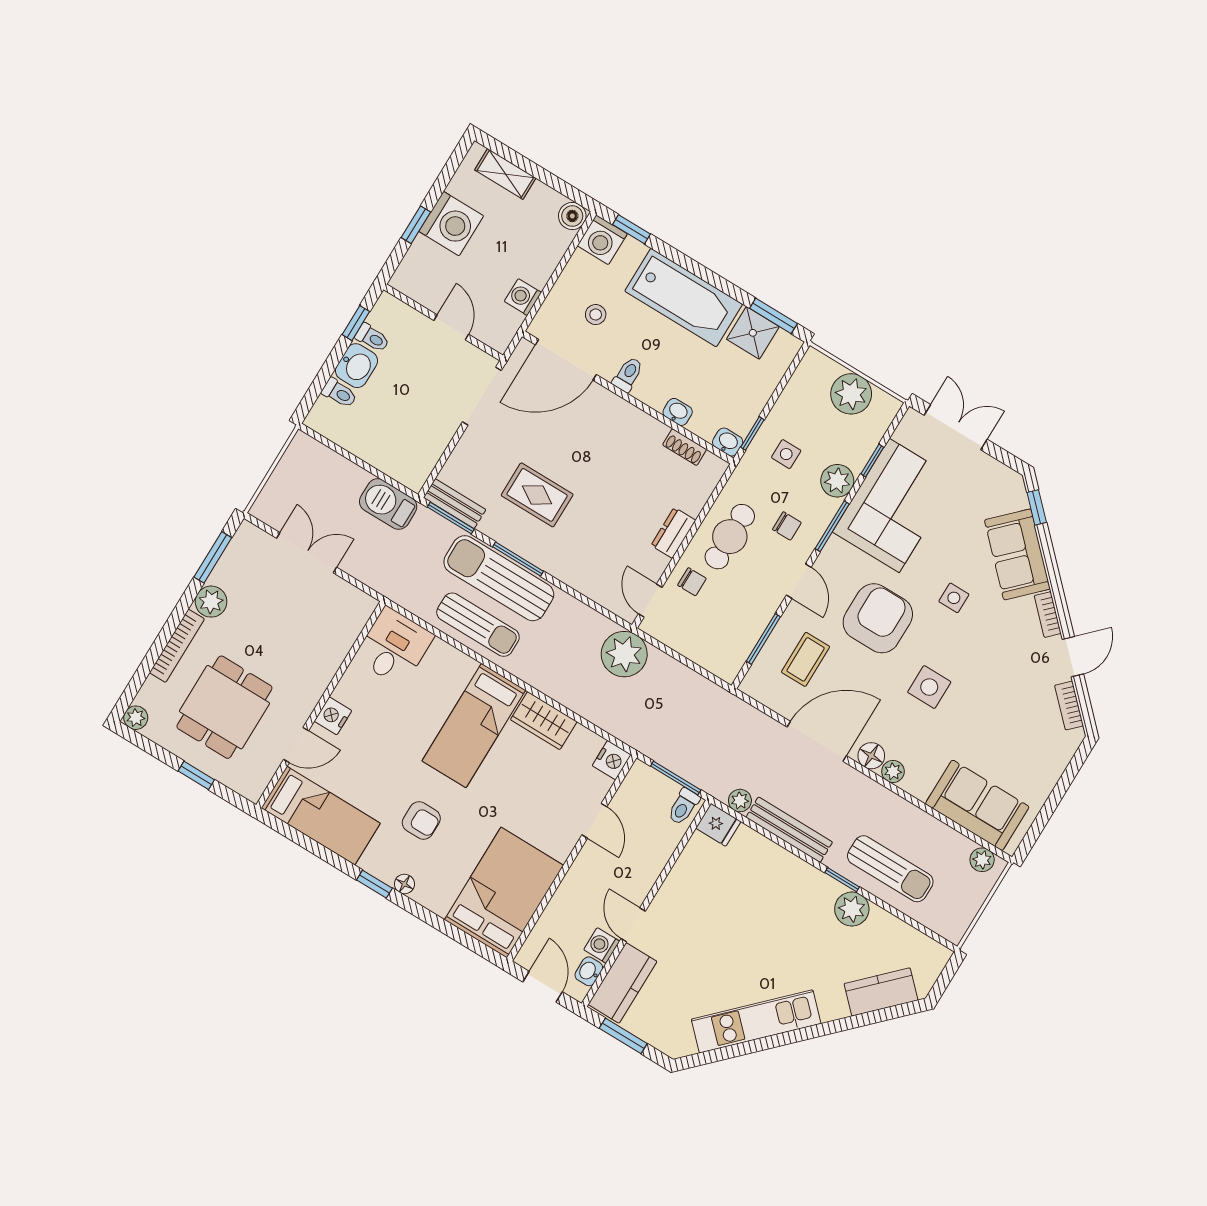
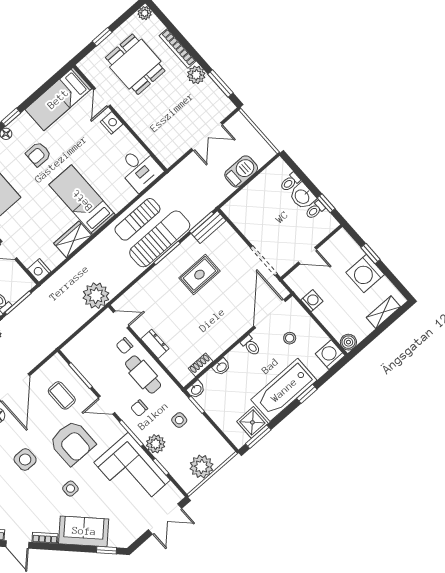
window: (632, 229) -> (307, 394), moved
barbecue: (388, 504) -> (241, 171), moved

